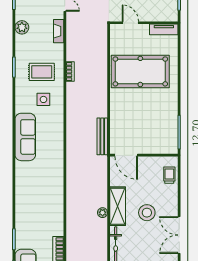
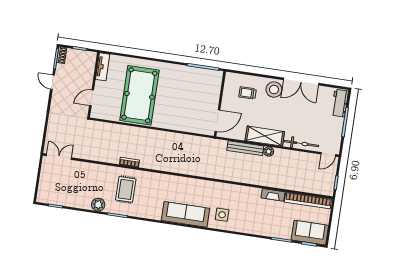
plant: (22, 27) -> (98, 205), moved
fireplace: (59, 31) -> (273, 195), moved
side table: (43, 99) -> (222, 215), moved
bench: (102, 136) -> (245, 148), moved
trolley: (169, 175) -> (247, 93), moved
stool: (147, 213) -> (274, 90), moved

